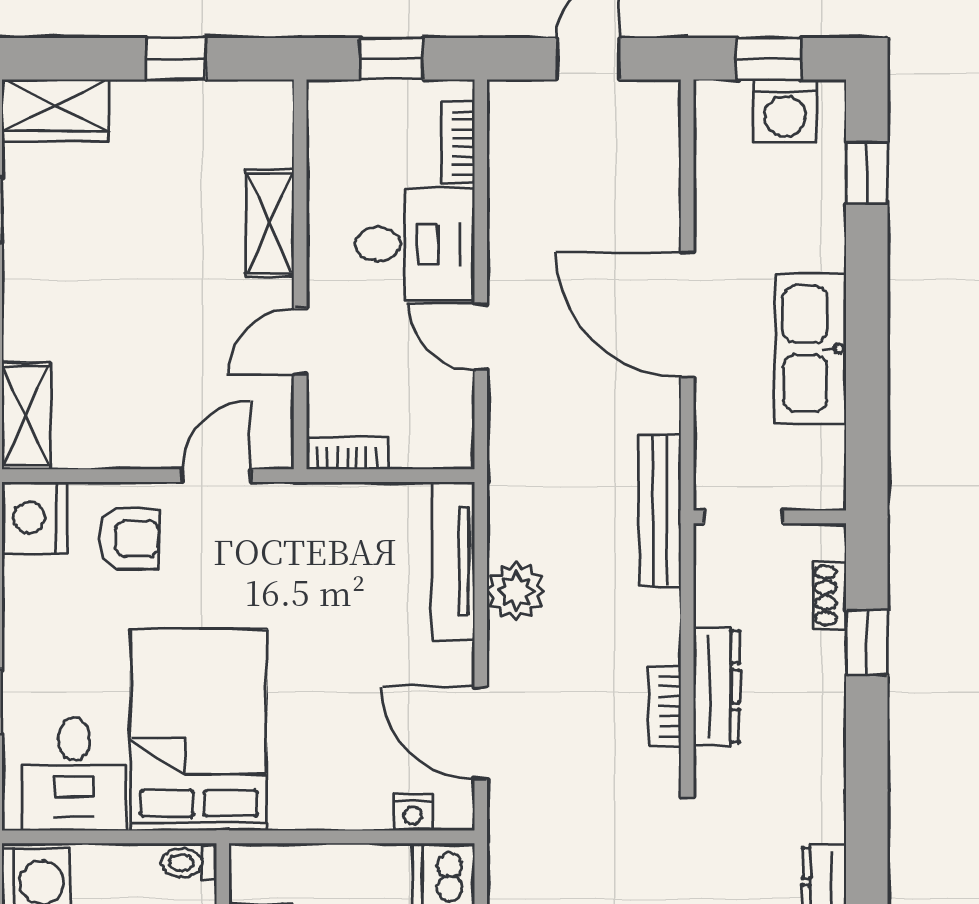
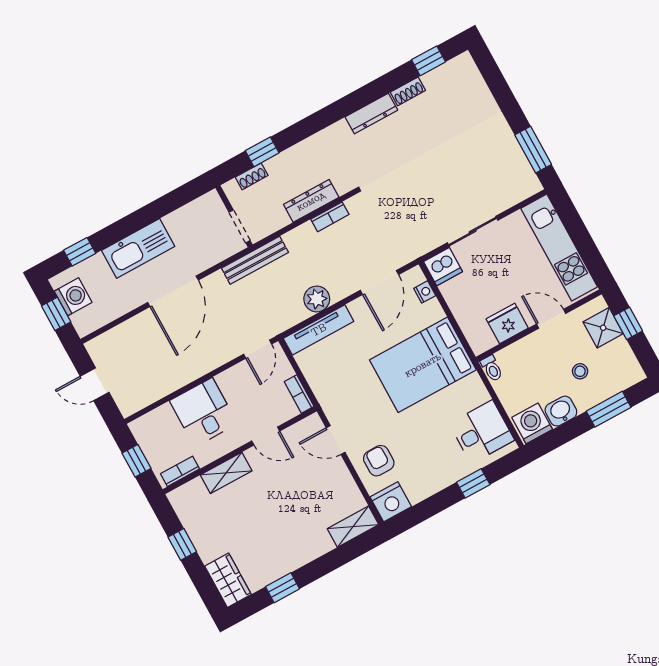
bookcase: (458, 143) -> (180, 471), moved, turned 180
door: (481, 336) -> (258, 349), moved
kitchen sink: (810, 349) -> (138, 248), moved
bed: (199, 730) -> (423, 365), moved

